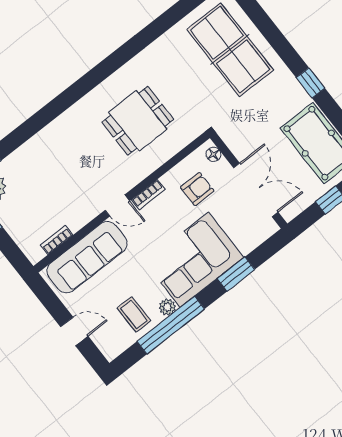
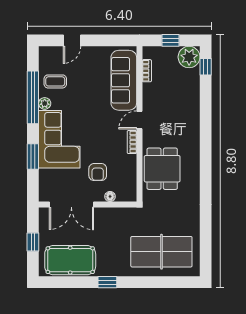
bookcase: (148, 195) -> (132, 142), moved
wall: (122, 202) -> (139, 124), moved
door: (117, 205) -> (139, 120), moved
bookcase: (56, 240) -> (147, 71), moved
sofa: (87, 257) -> (124, 80), moved

